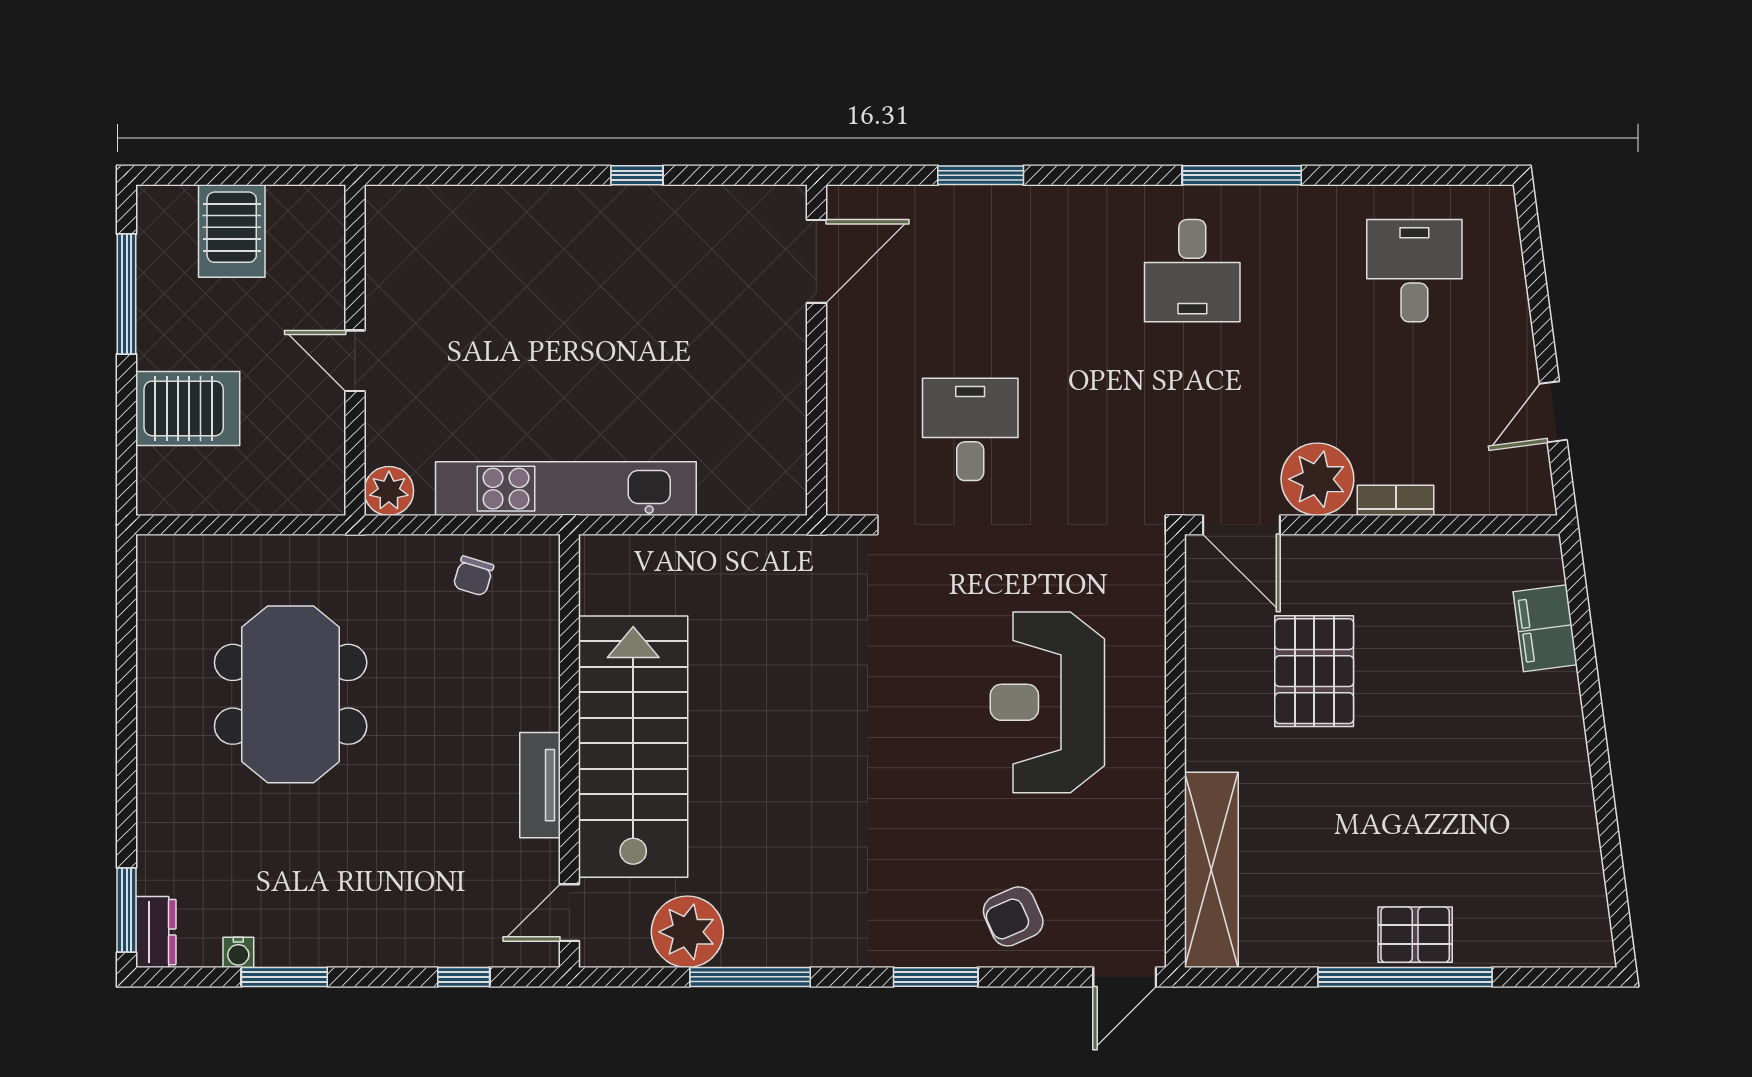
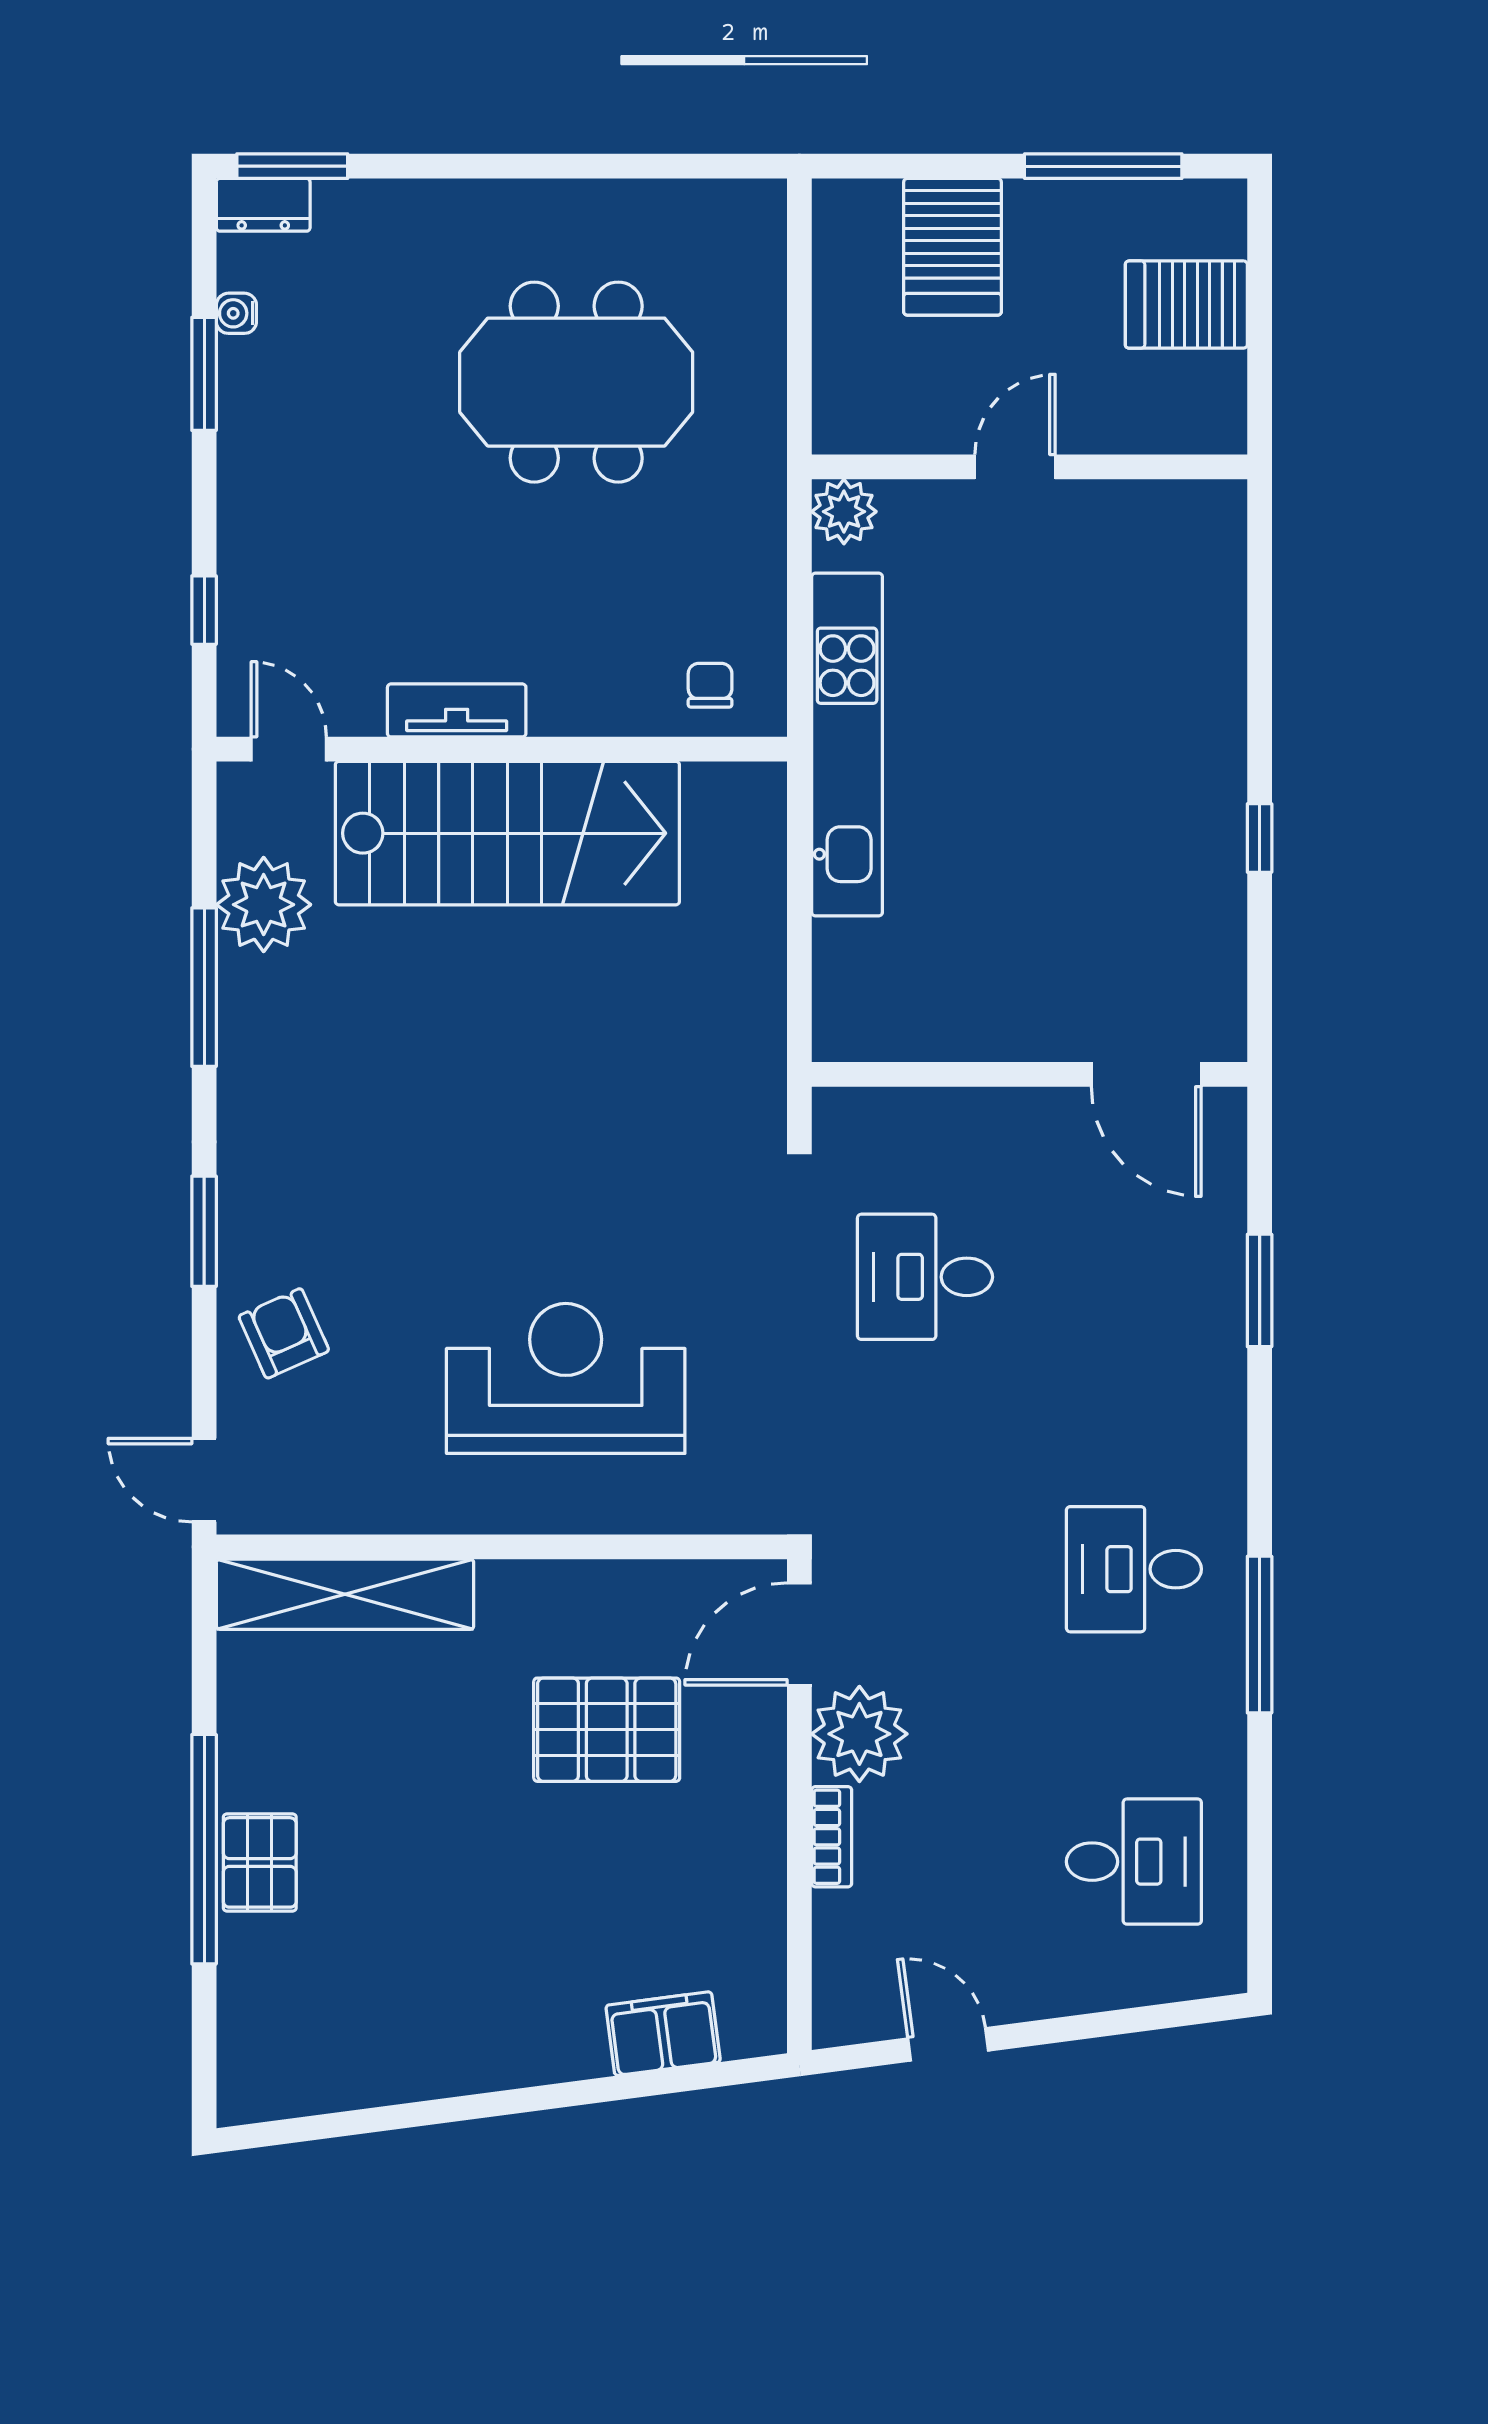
desk: (970, 429) -> (925, 1277), turned 180
chair: (473, 576) -> (710, 685), moved, turned 73

